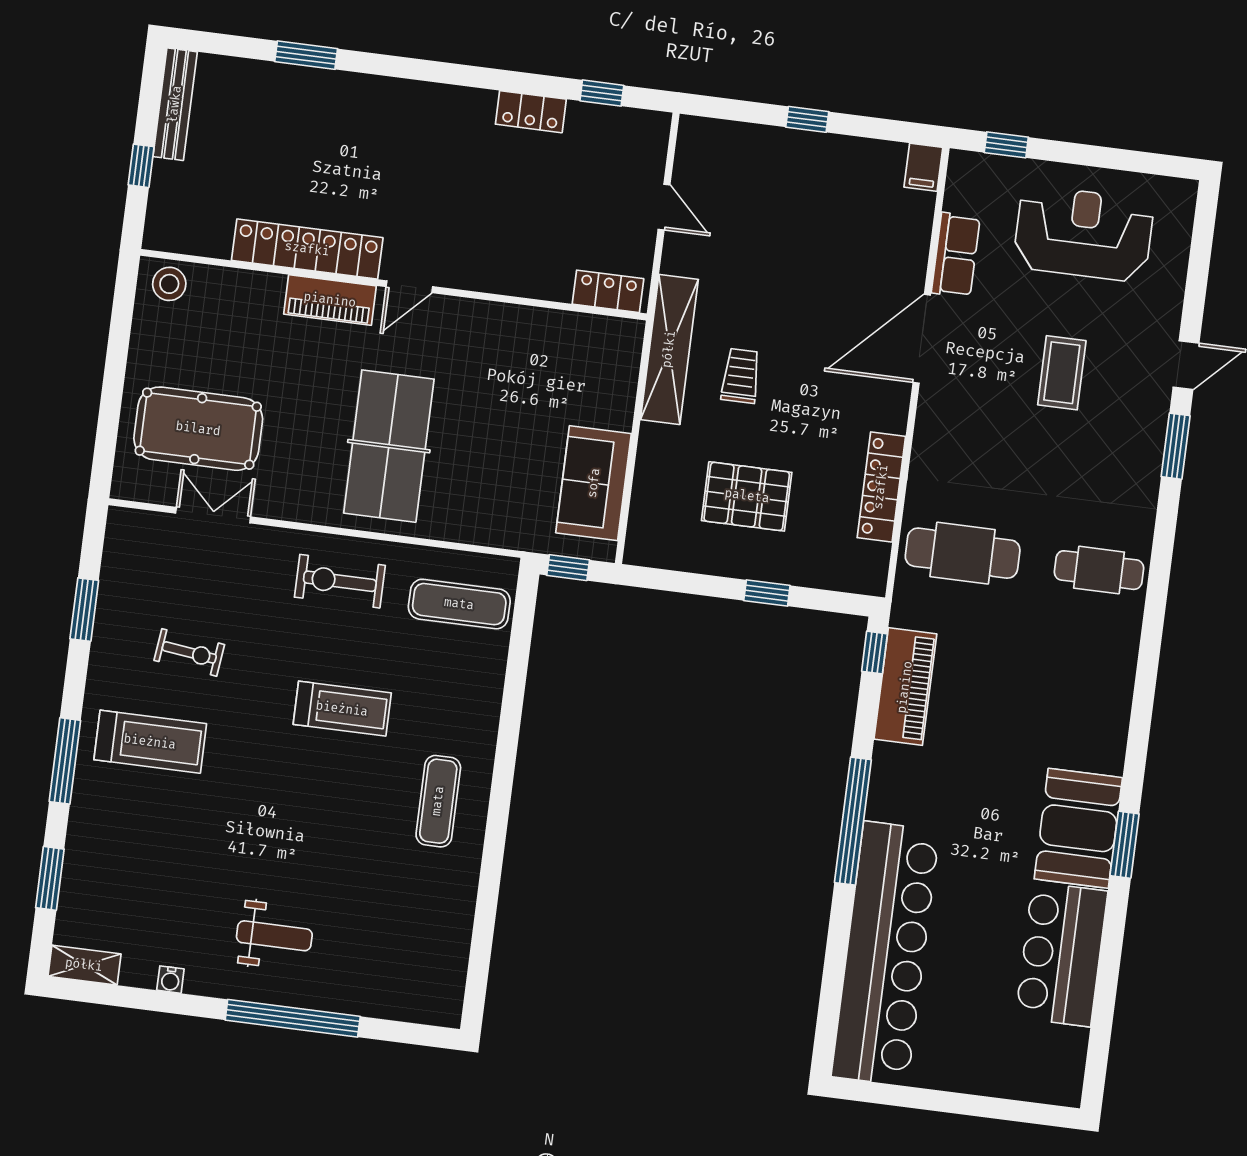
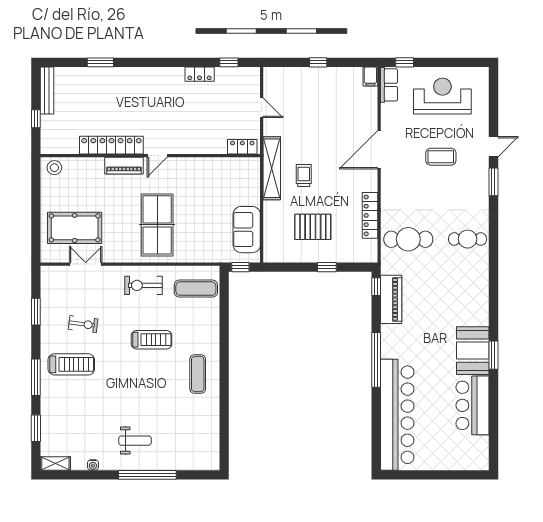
row of seats: (956, 255) -> (389, 85), moved
coffee table: (1062, 373) -> (441, 157), turned 90

